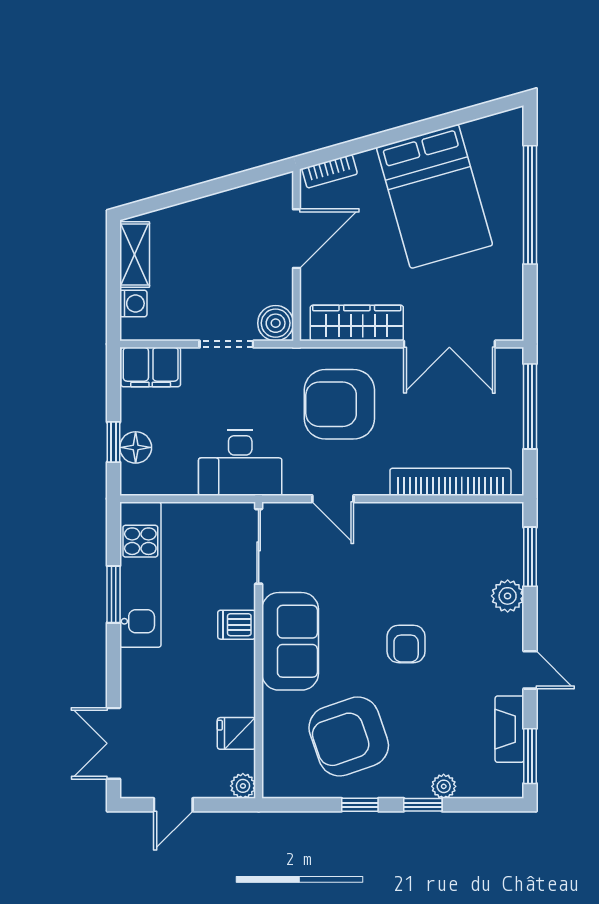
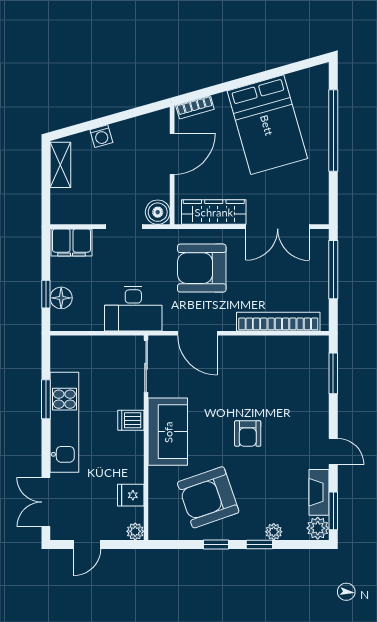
washing machine: (133, 303) -> (101, 136), moved, turned 74
door: (333, 499) -> (197, 333), width x1.38
kitchen unit: (140, 575) -> (64, 422), moved
plant: (508, 596) -> (318, 528), moved

